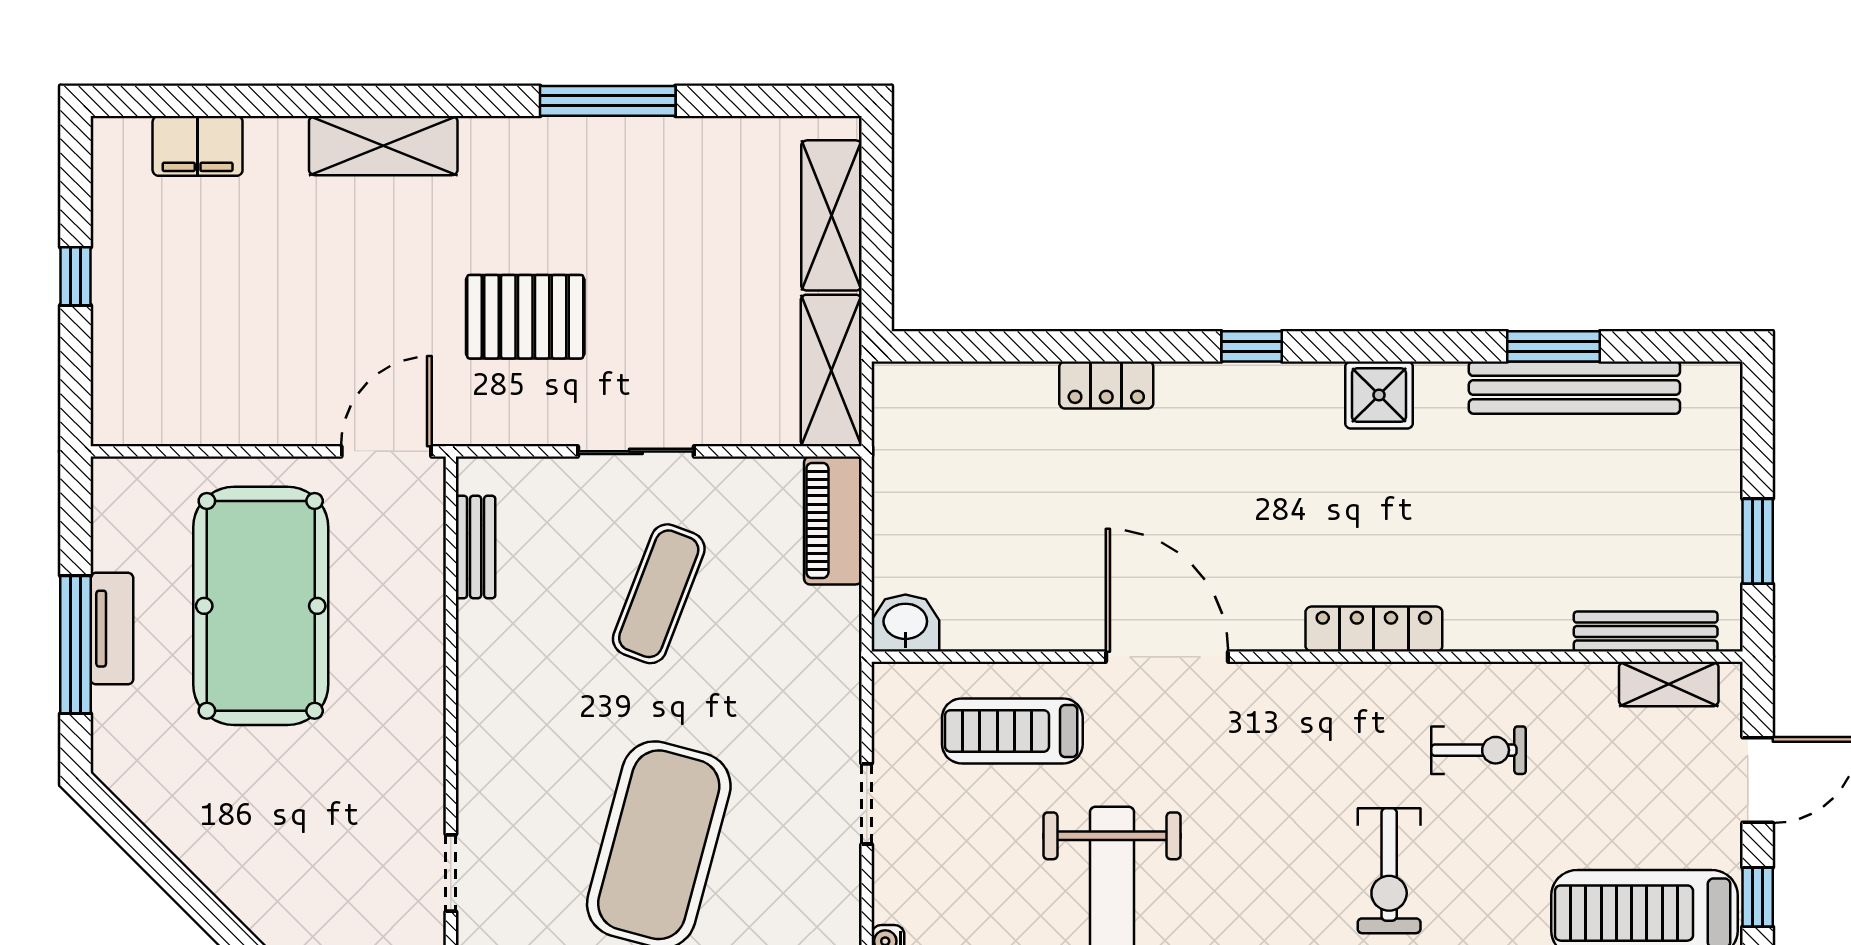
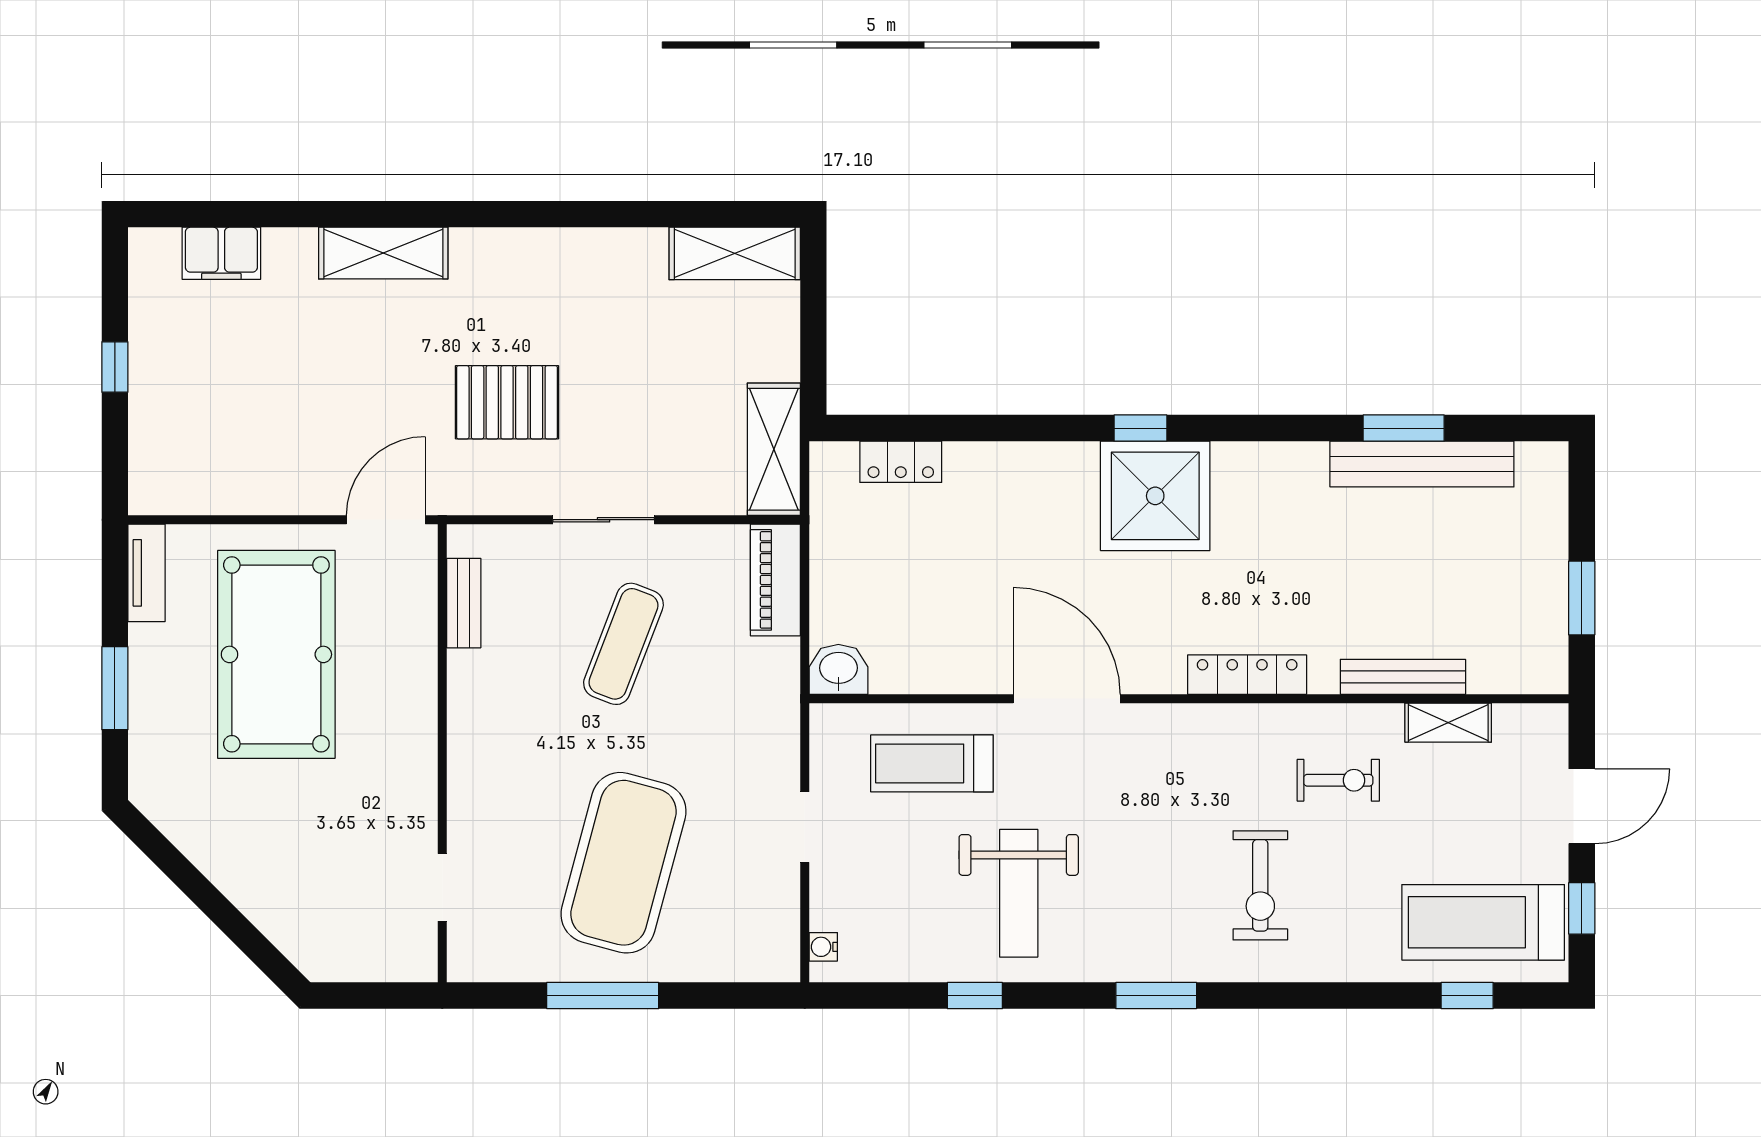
window: (608, 101) -> (579, 214), removed
shelving: (831, 215) -> (735, 253), moved, turned 90
locker: (1106, 385) -> (901, 462), moved
shower: (1379, 395) -> (1155, 496), moved, width x1.86, depth x1.86
tv unit: (112, 629) -> (147, 573), moved
bench: (1646, 632) -> (1403, 677), moved
window: (75, 645) -> (115, 688), width x0.69
shelving: (1669, 684) -> (1448, 723), moved

